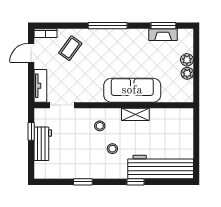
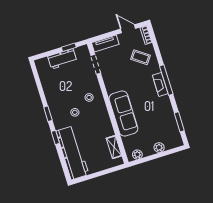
fireplace: (163, 35) -> (160, 84), moved
plant: (187, 73) -> (137, 155), moved
shelving: (135, 114) -> (114, 147), moved
window: (83, 182) -> (48, 114), moved

